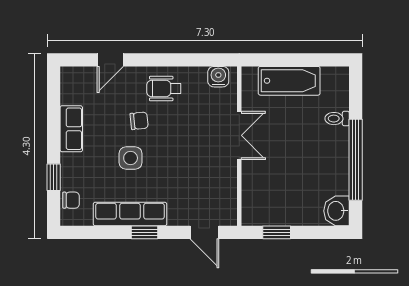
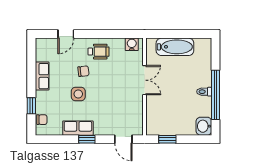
wheelchair: (164, 89) -> (99, 52), turned 180
toilet: (337, 119) -> (204, 92), moved
row of seats: (130, 214) -> (78, 128), width x0.68

